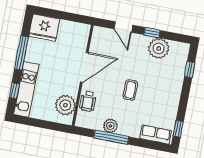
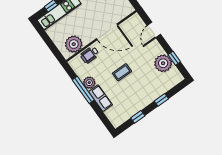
window: (152, 33) -> (174, 58), moved
window: (190, 69) -> (161, 100), moved
window: (178, 129) -> (138, 117), moved
row of seats: (156, 134) -> (101, 98), moved

